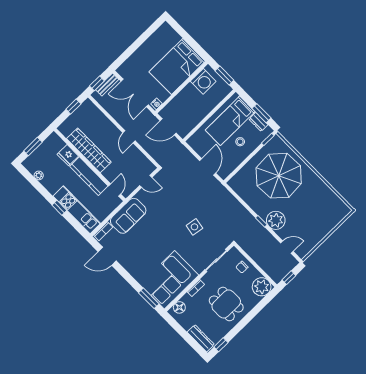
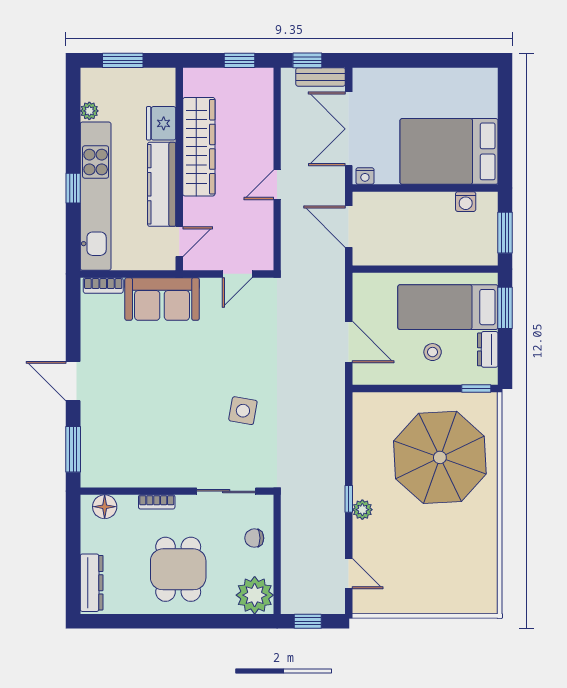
washing machine: (203, 81) -> (466, 202), width x0.53, depth x0.53
window: (262, 113) -> (505, 308), moved
door: (208, 167) -> (349, 342), hinge flipped
door: (146, 181) -> (237, 274), hinge flipped
kitchen unit: (77, 210) -> (96, 196), width x1.36
plant: (276, 220) -> (362, 510), width x0.53, depth x0.53
door: (107, 256) -> (73, 381), moved
corner sofa: (169, 280) -> (130, 452), removed
window: (221, 345) -> (112, 621), removed

